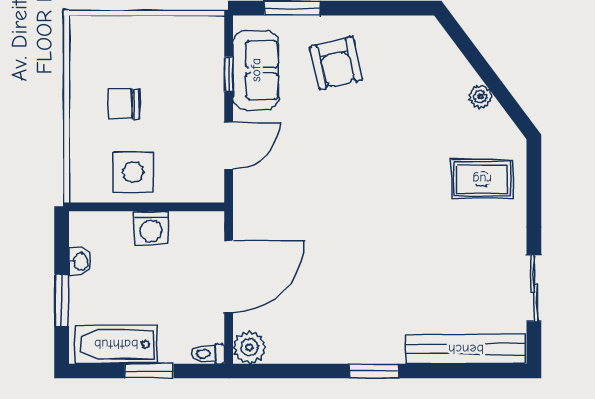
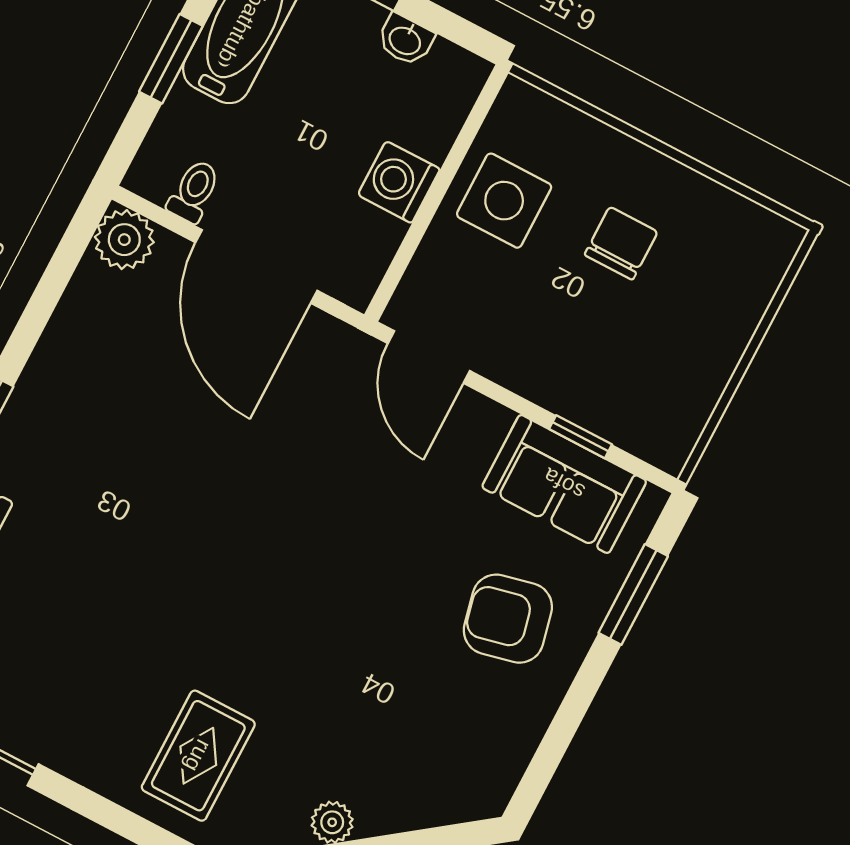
door: (229, 146) -> (429, 357), moved
toilet: (208, 354) -> (194, 191), moved

